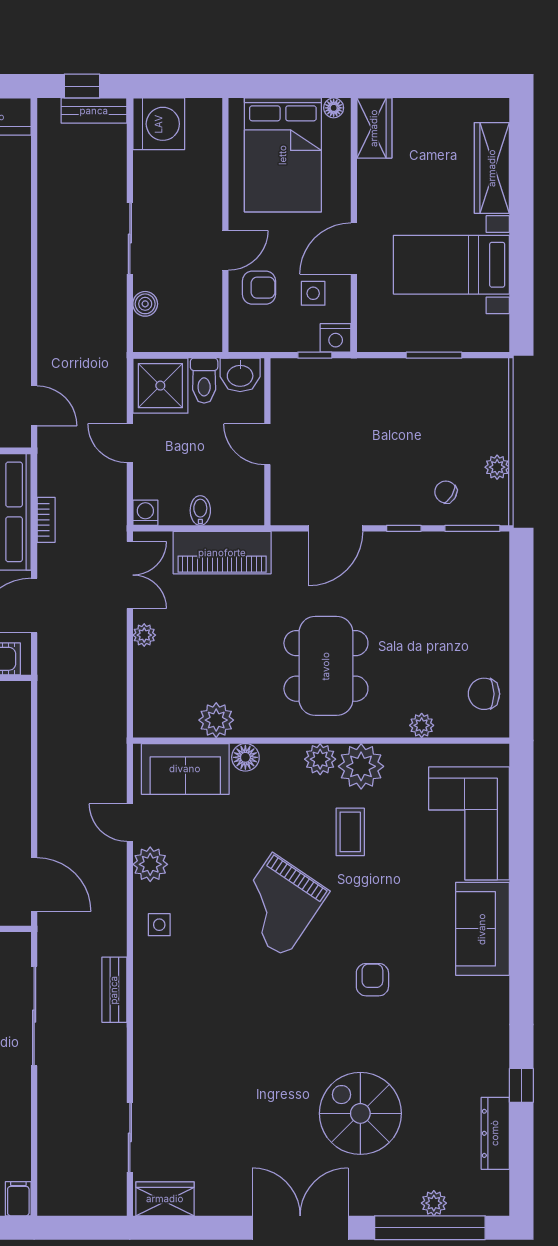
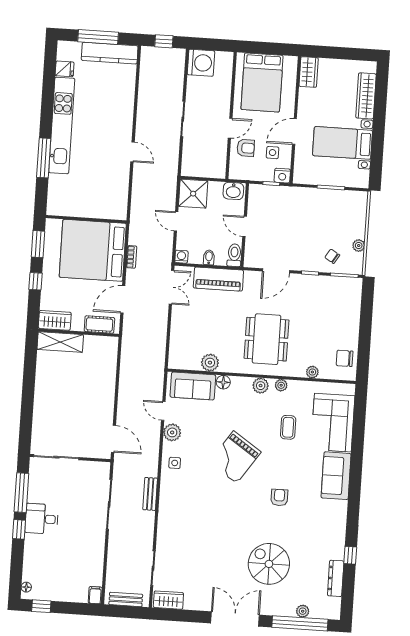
floor lamp: (334, 108) -> (289, 61), removed
bench: (94, 111) -> (126, 599), moved
boiler: (145, 304) -> (188, 152), removed
toilet: (204, 381) -> (234, 255), moved, turned 180
door: (34, 406) -> (133, 152), moved
plant: (144, 635) -> (177, 318), removed
plant: (361, 766) -> (281, 385), width x0.53, depth x0.53
coffee table: (350, 832) -> (288, 427), moved

